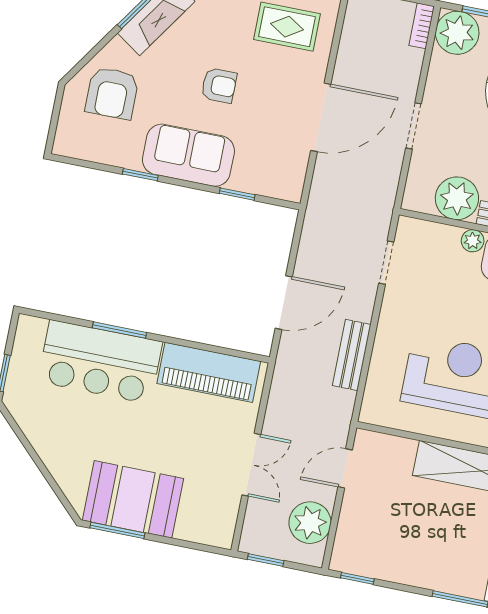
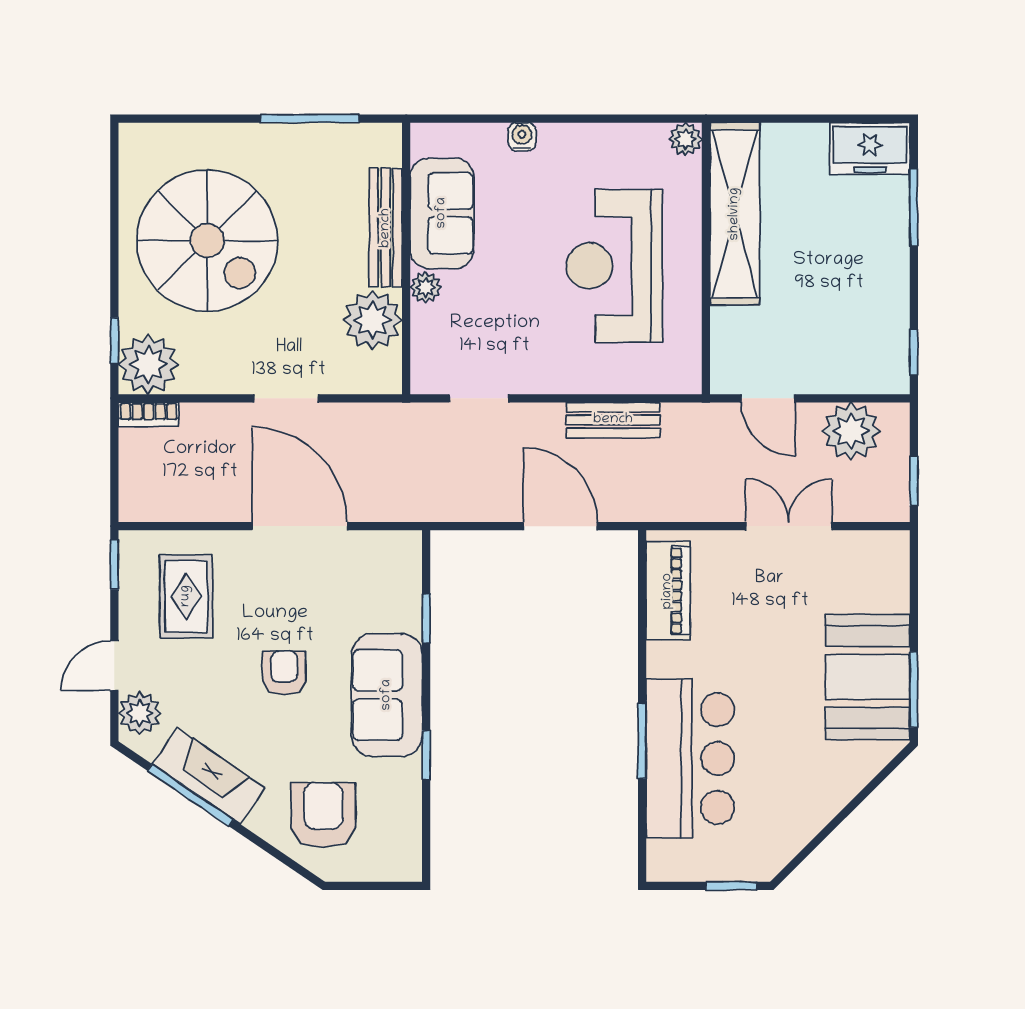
armchair: (112, 93) -> (323, 815), turned -90
piano: (209, 372) -> (668, 591), width x0.73, depth x0.75

